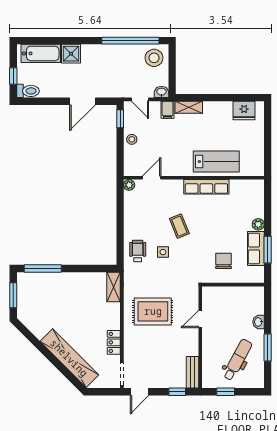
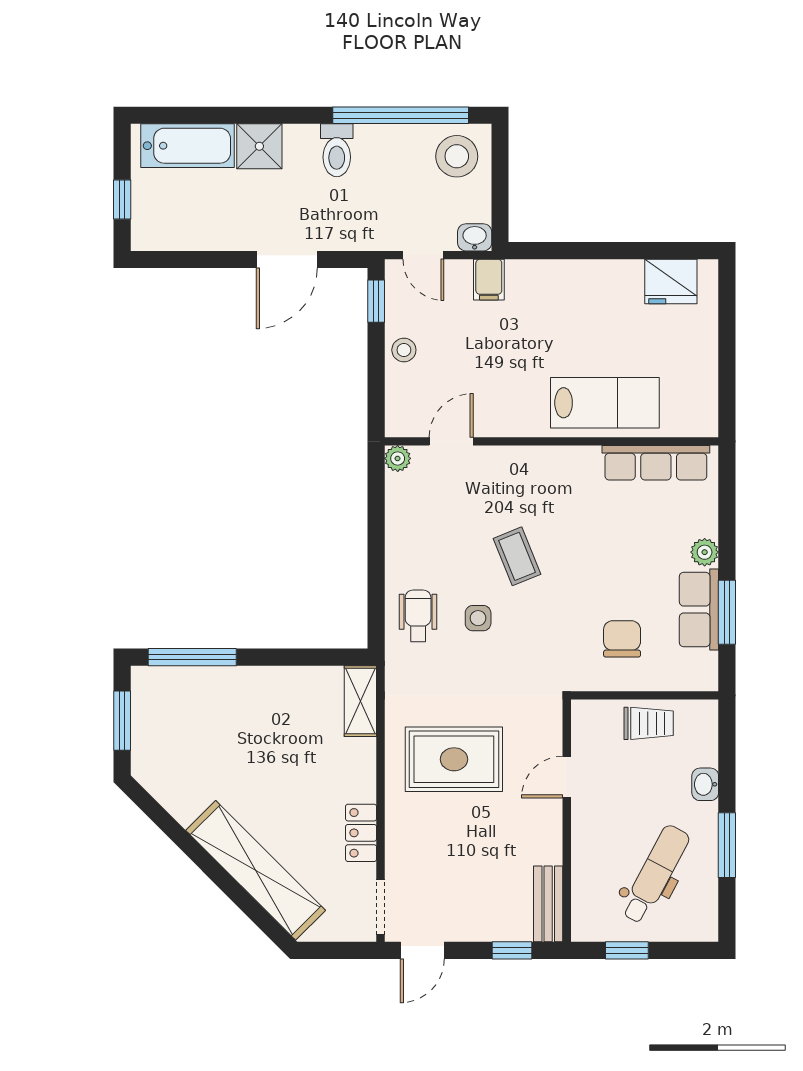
toilet: (28, 91) -> (337, 150), moved, turned 90
shelving: (189, 107) -> (539, 274), removed
row of seats: (206, 187) -> (656, 463), moved
trolley: (235, 296) -> (649, 723), added

